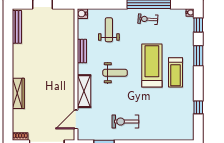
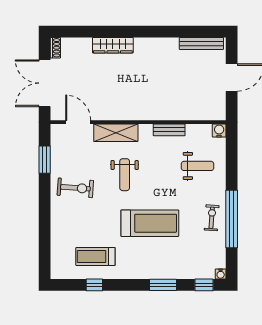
treadmill: (175, 72) -> (95, 257), moved
weight bench: (115, 73) -> (125, 175), moved
exercise bike: (125, 122) -> (75, 188), turned 94

